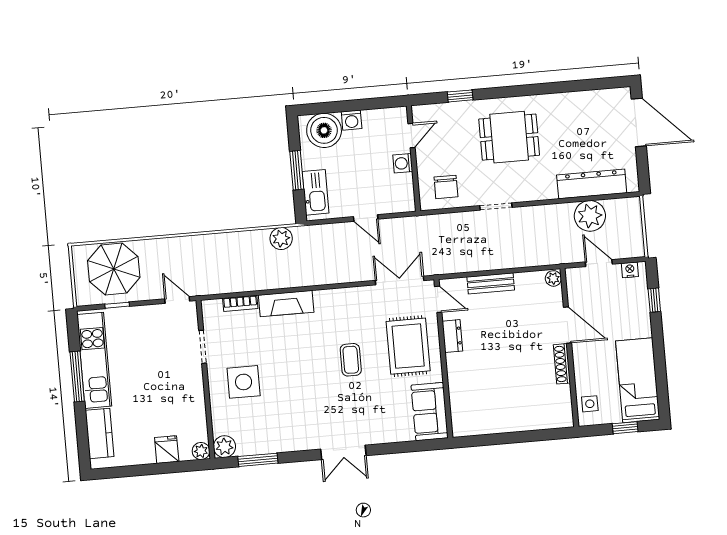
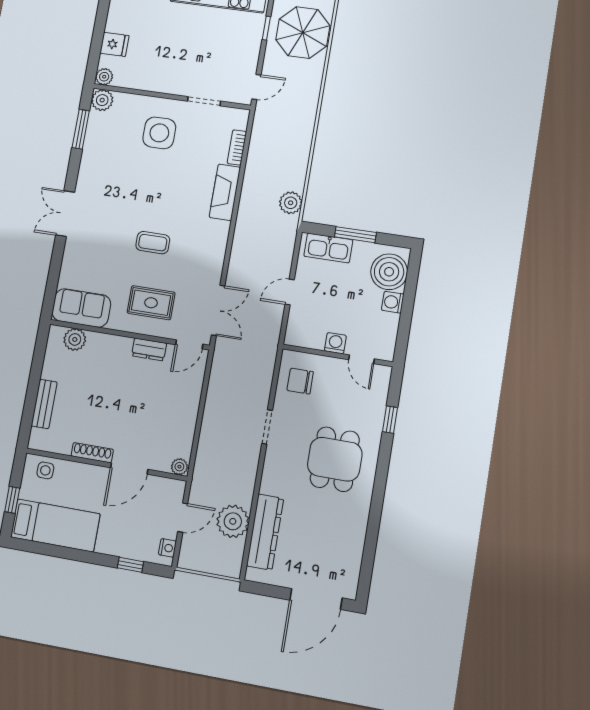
bench: (491, 283) -> (44, 404), moved
rug: (408, 346) -> (151, 303), width x0.73, depth x0.70
plant: (461, 410) -> (75, 339), added

